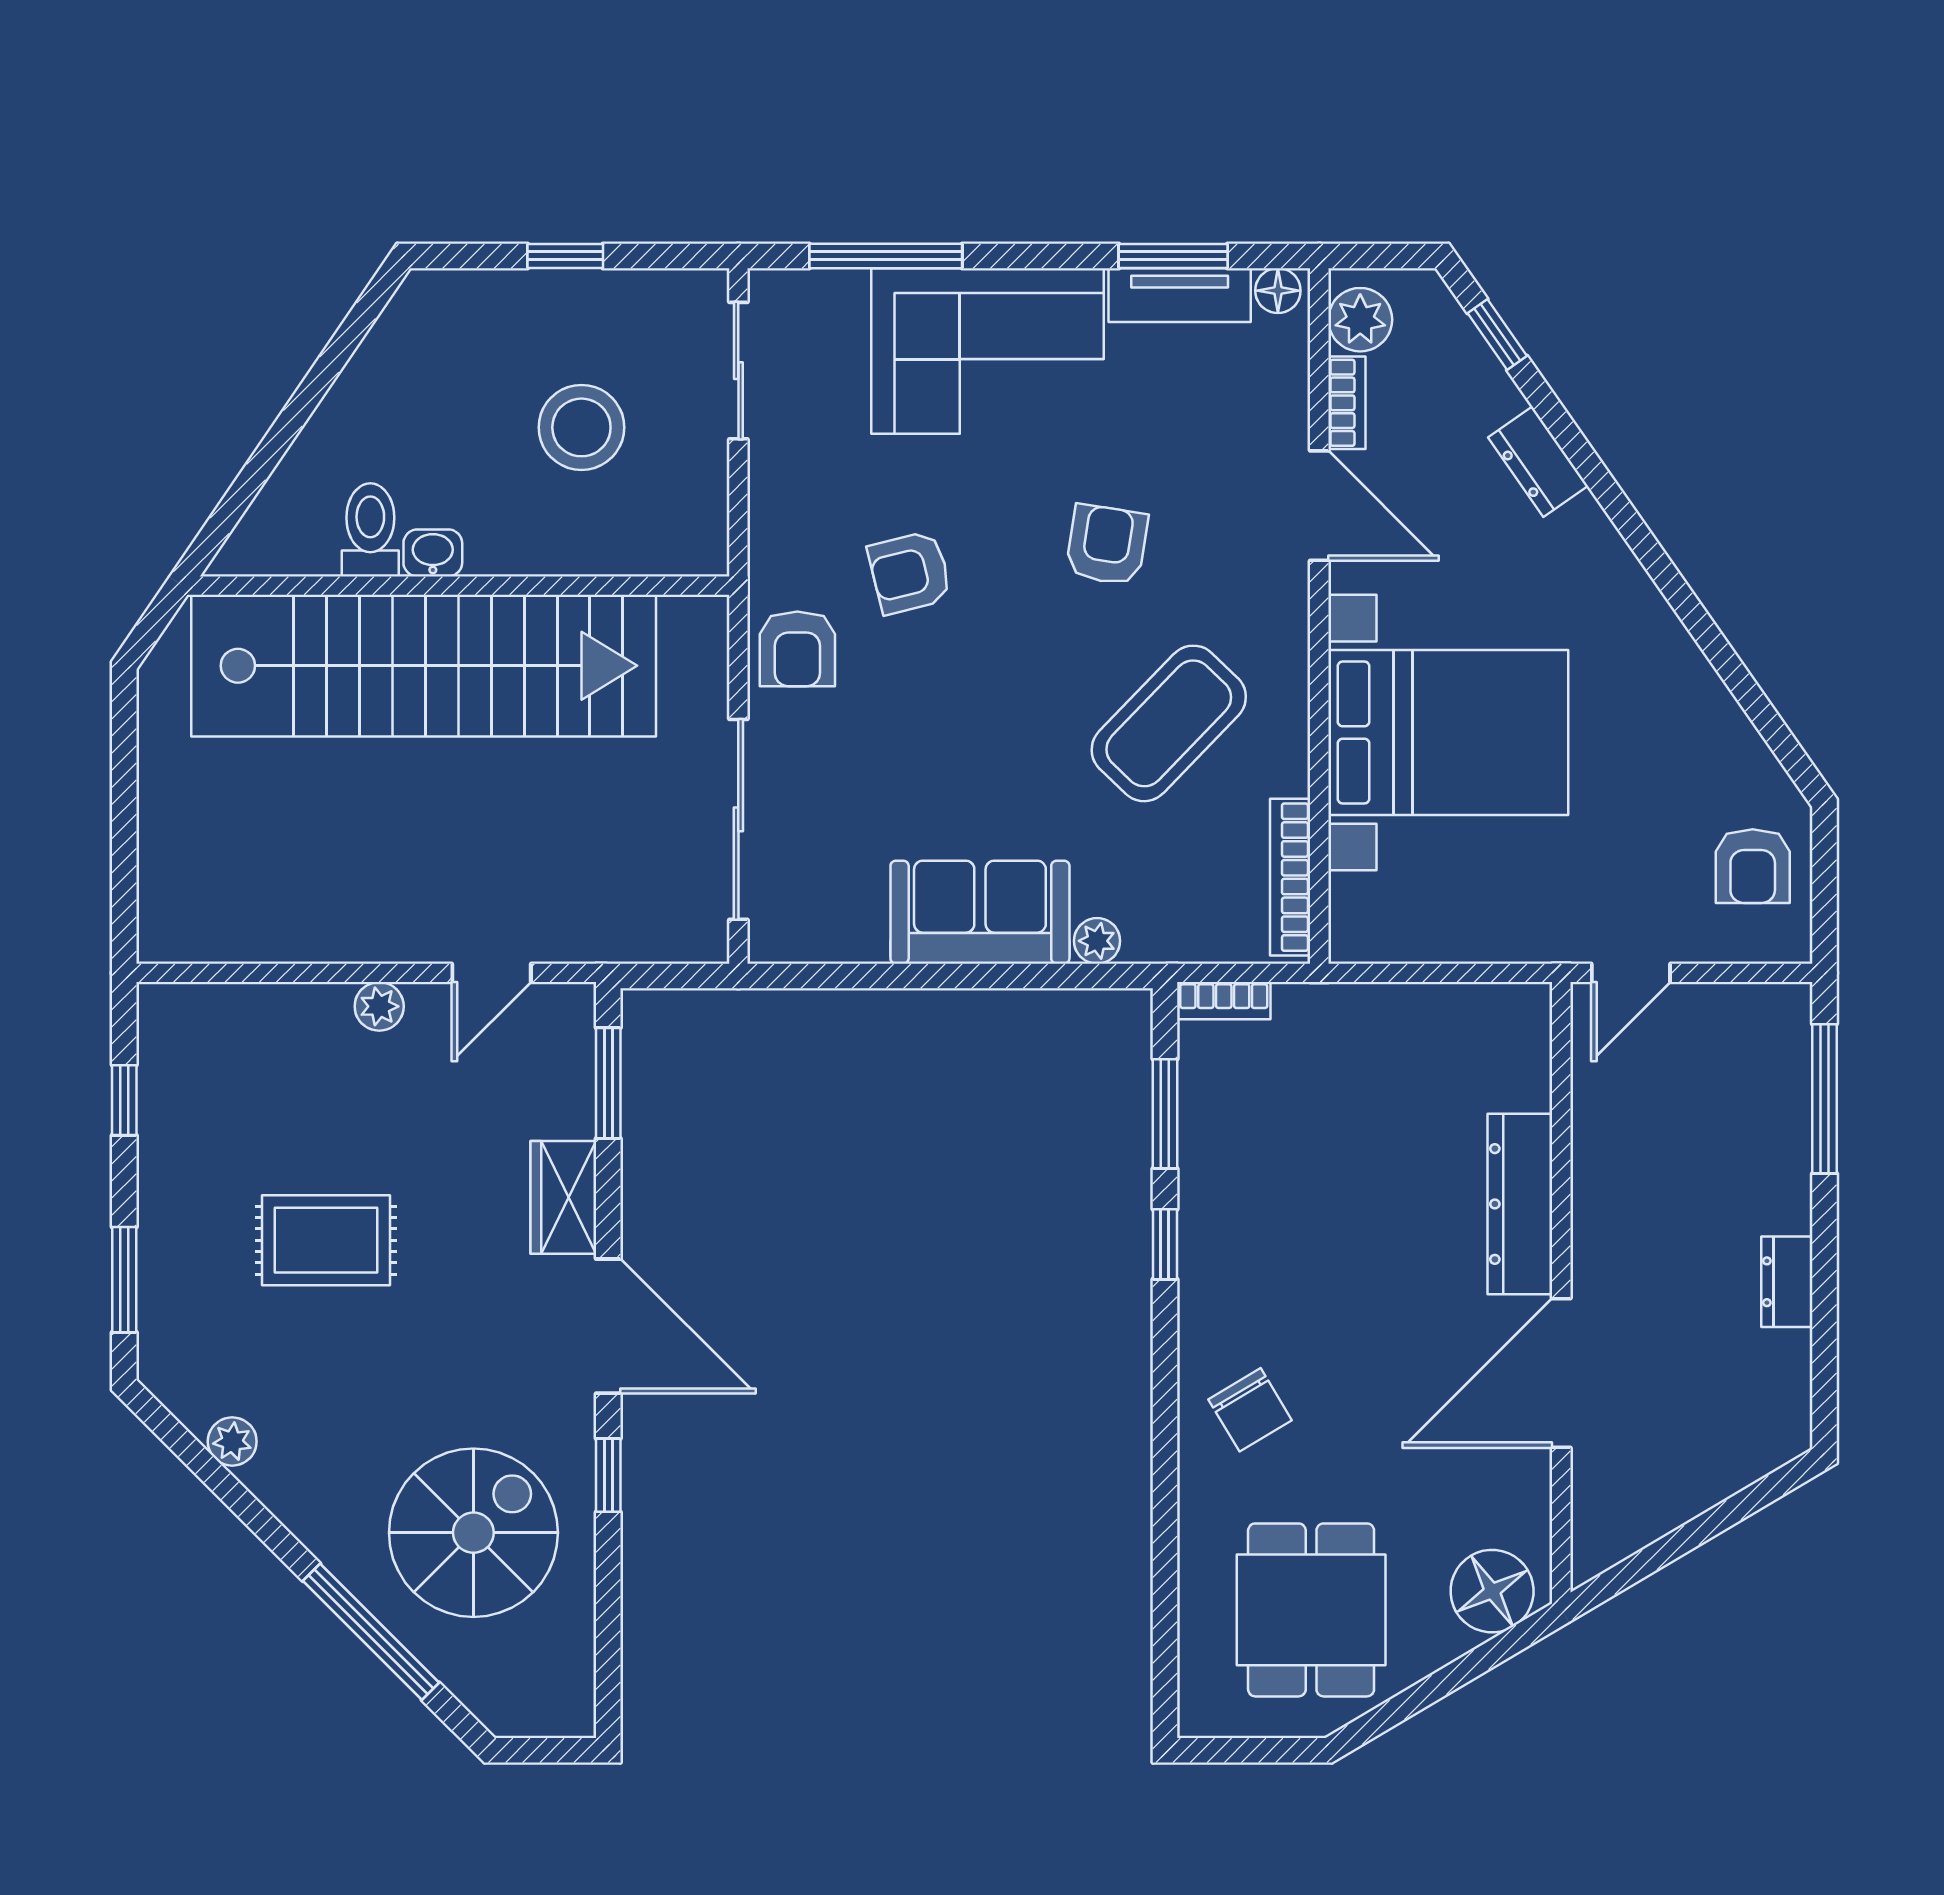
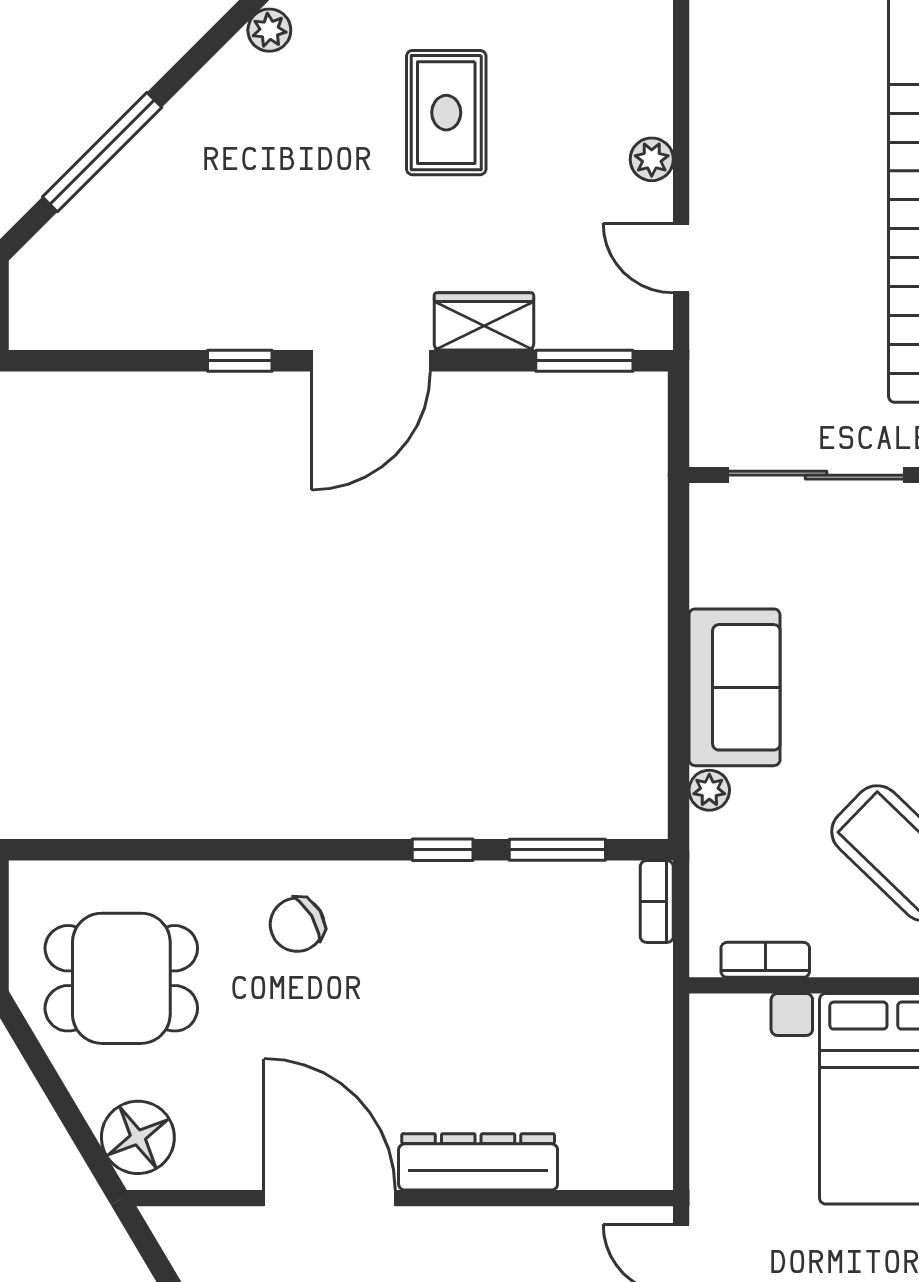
bookcase: (1290, 877) -> (765, 960), width x0.64
spiral stairs: (473, 1533) -> (189, 242), removed

